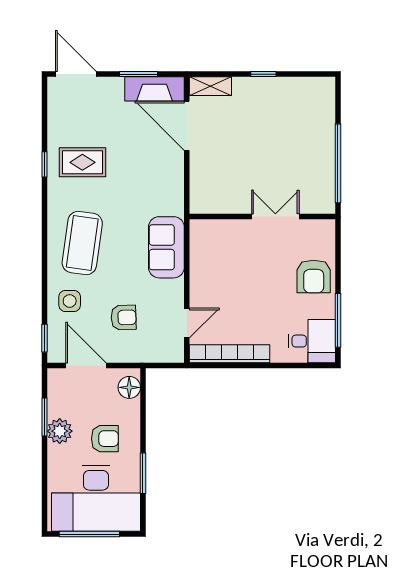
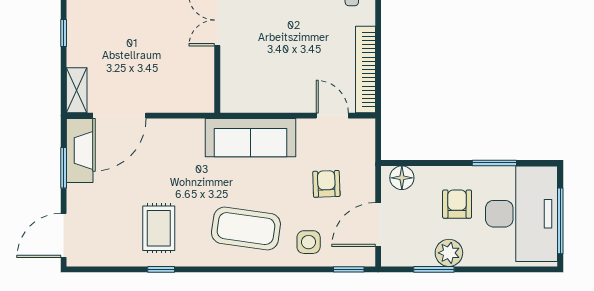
sofa: (166, 247) -> (251, 138), width x1.36

